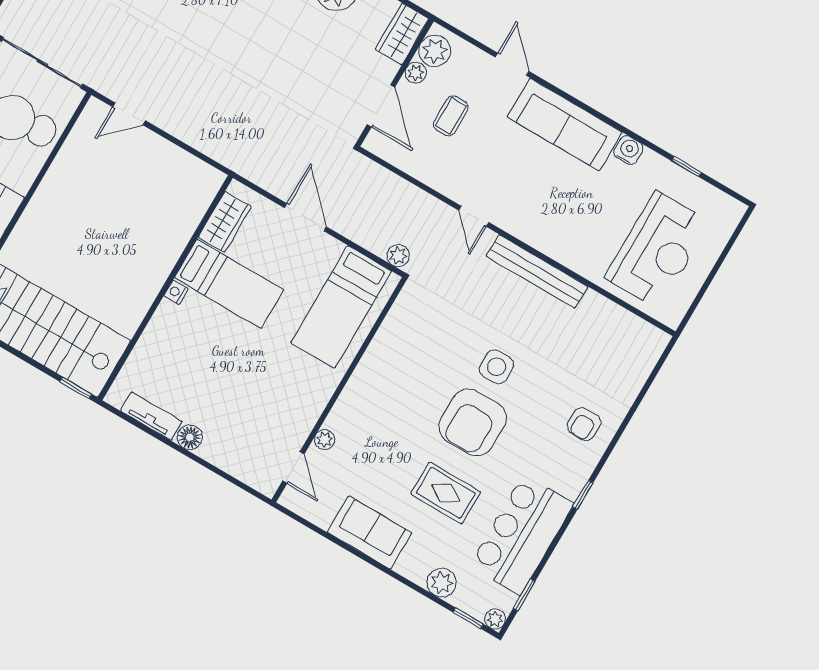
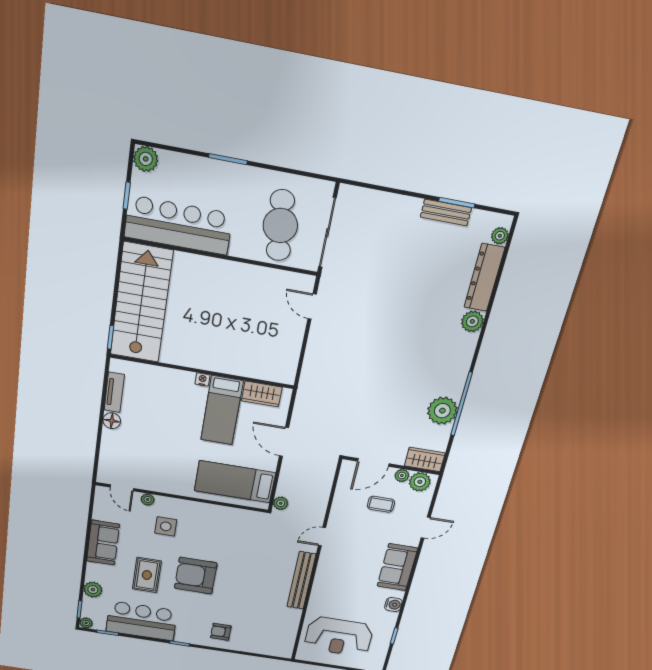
sofa: (565, 125) -> (397, 567), width x0.73
door: (305, 217) -> (284, 442), swing flipped
side table: (496, 367) -> (166, 526), moved
door: (293, 468) -> (122, 488), hinge flipped

